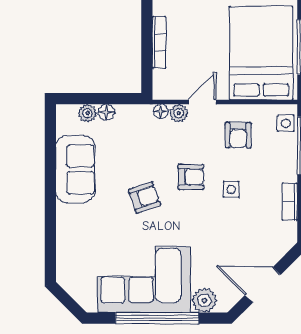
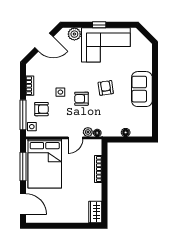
plant: (88, 113) -> (135, 132), removed
armchair: (238, 135) -> (41, 109), moved, turned 90
sofa: (75, 169) -> (142, 89), moved
armchair: (145, 197) -> (106, 88), turned 101
window: (157, 318) -> (99, 25), width x0.32

